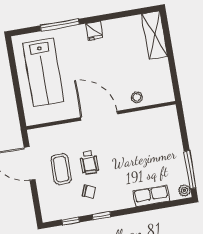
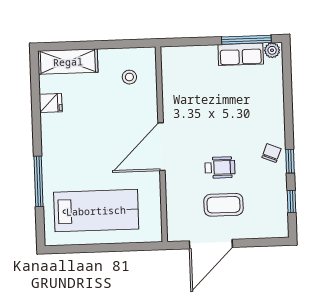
fridge: (94, 31) -> (51, 103), moved
stool: (137, 97) -> (129, 77), moved
chair: (89, 191) -> (271, 153), moved
row of seats: (151, 196) -> (241, 54), moved, turned -90

